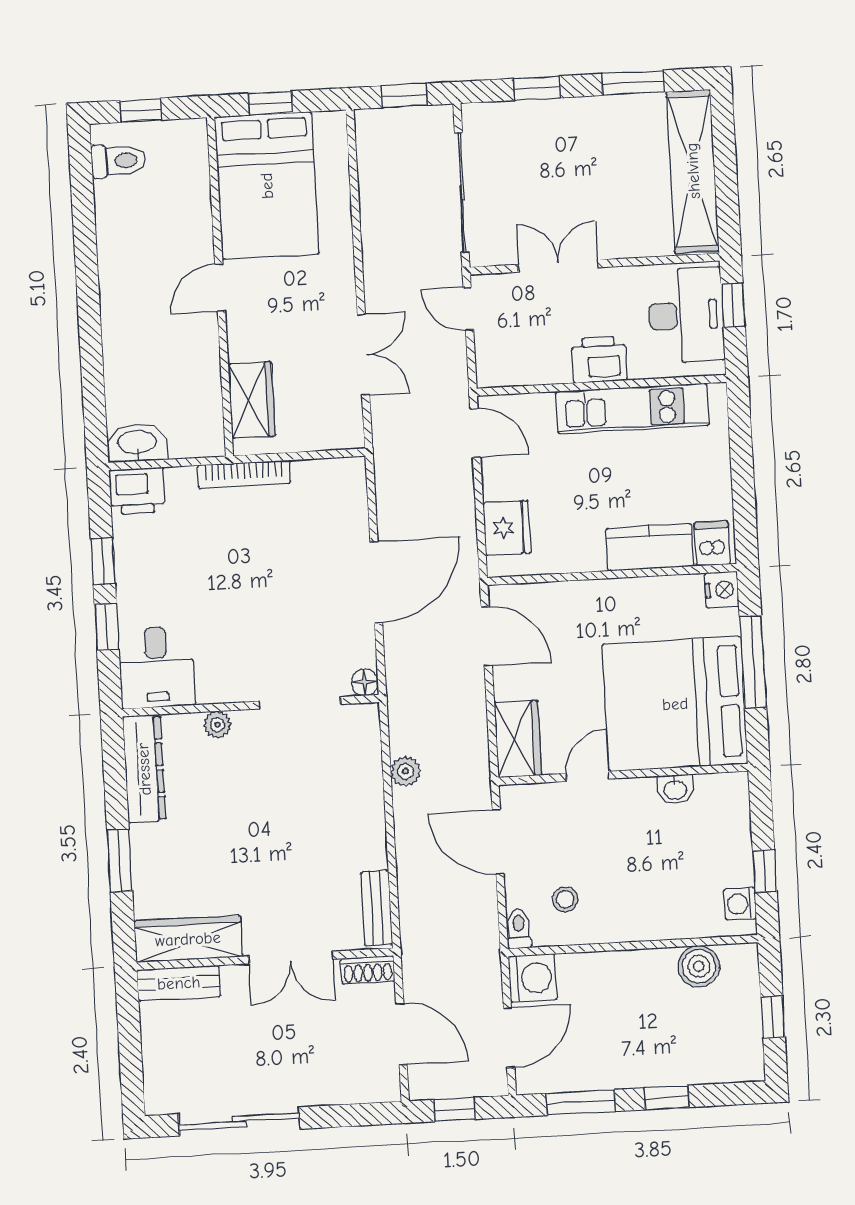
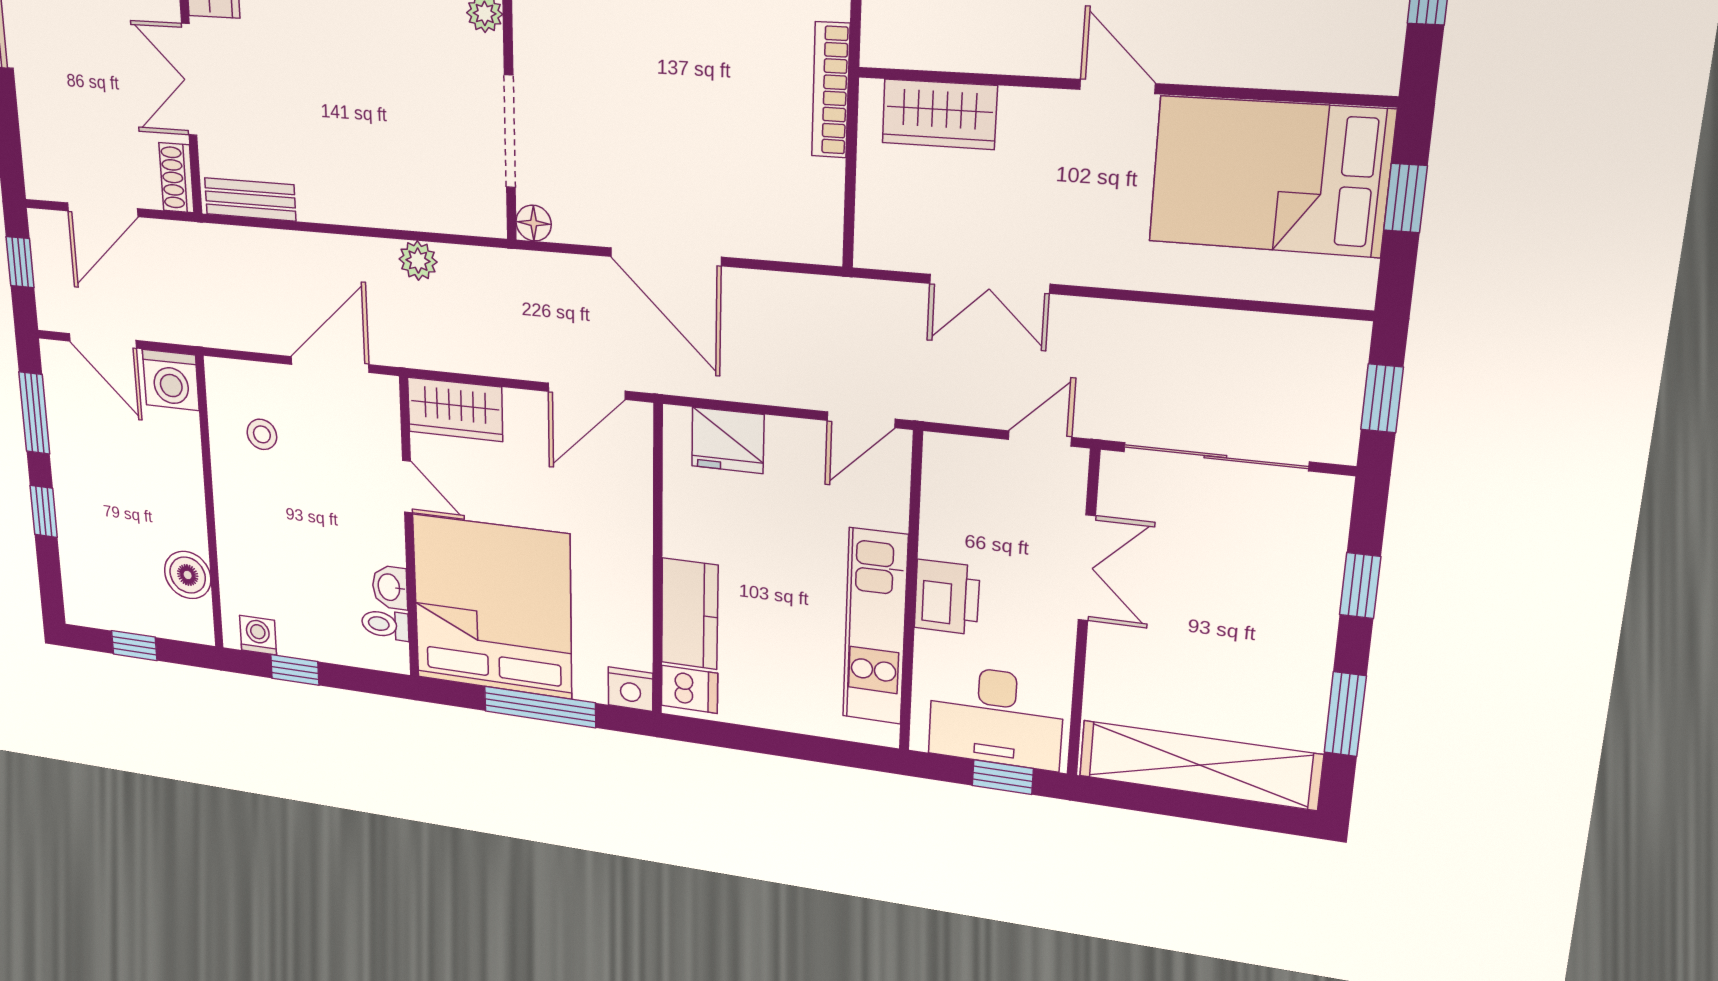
toilet: (519, 929) -> (385, 625), moved, turned 180

